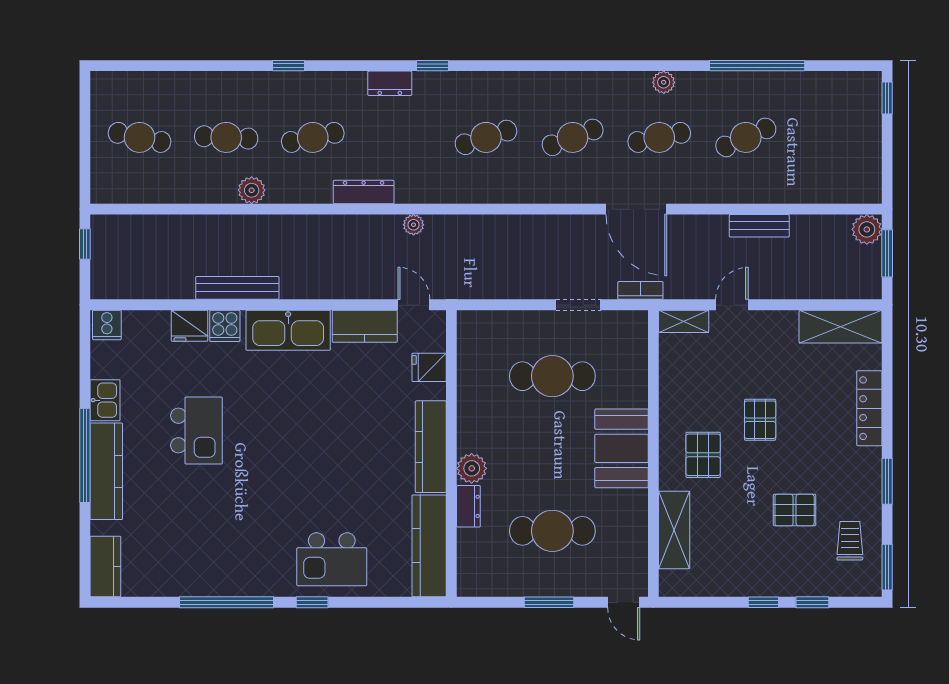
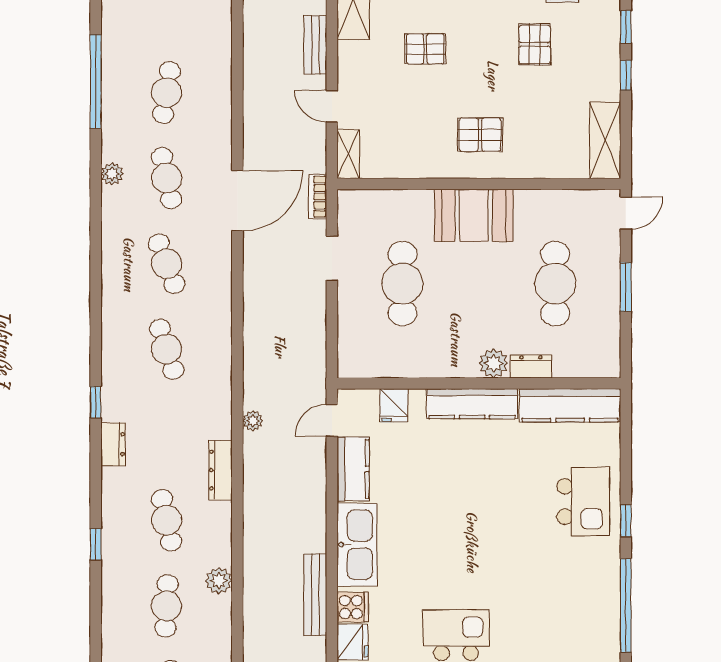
cafe table: (746, 137) -> (167, 93), turned 33
bench: (759, 226) -> (315, 45), moved
pallet: (760, 420) -> (425, 49), moved
shelving: (674, 530) -> (605, 140), moved, turned 90

